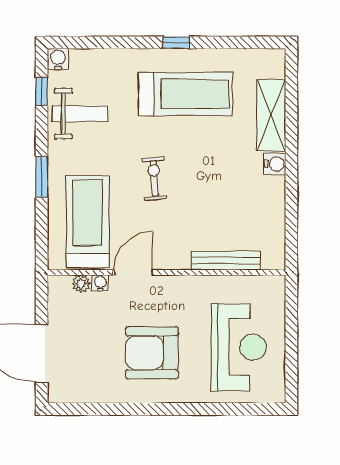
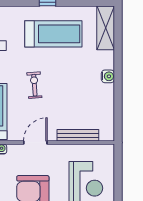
shelving: (271, 115) -> (106, 28), moved
door: (133, 272) -> (35, 143), moved

